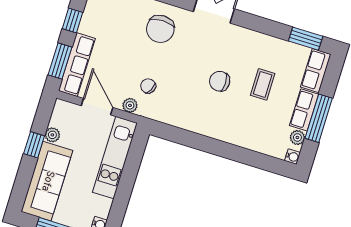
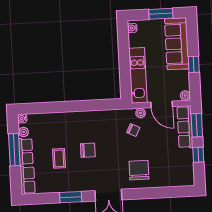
window: (306, 39) -> (71, 197), moved
plant: (52, 135) -> (185, 96), moved

